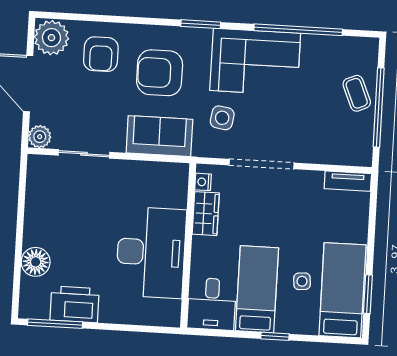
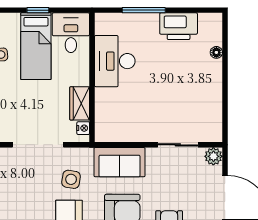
desk: (151, 252) -> (115, 61), width x0.73, depth x0.77
floor lamp: (36, 262) -> (216, 52), width x0.53, depth x0.53
window: (55, 324) -> (144, 10), moved
window: (275, 336) -> (38, 10), moved

